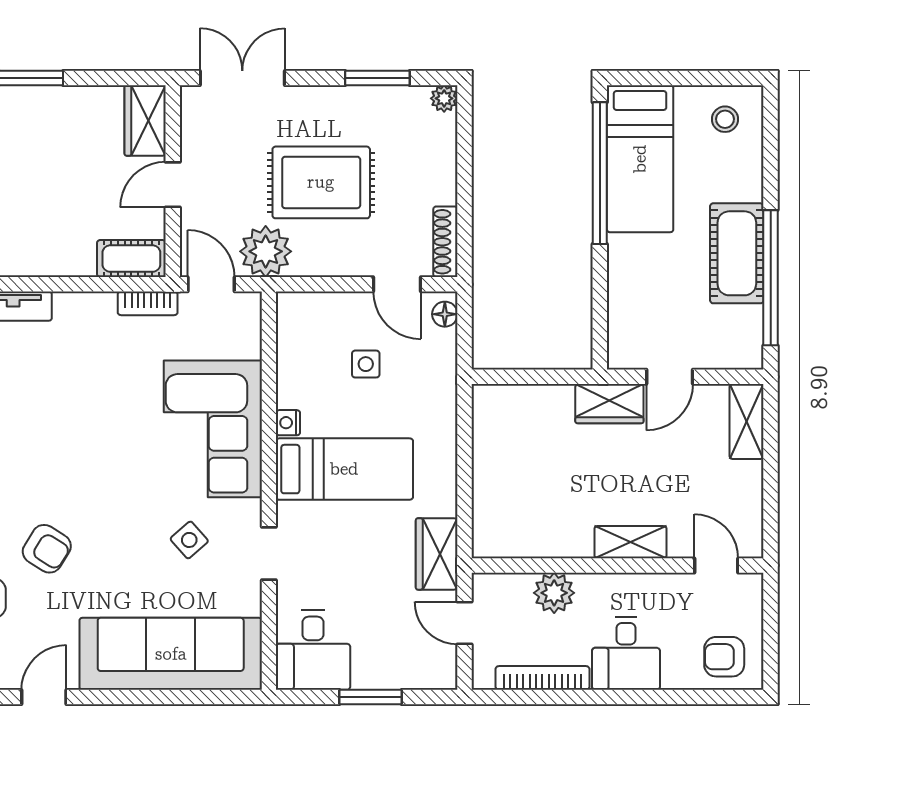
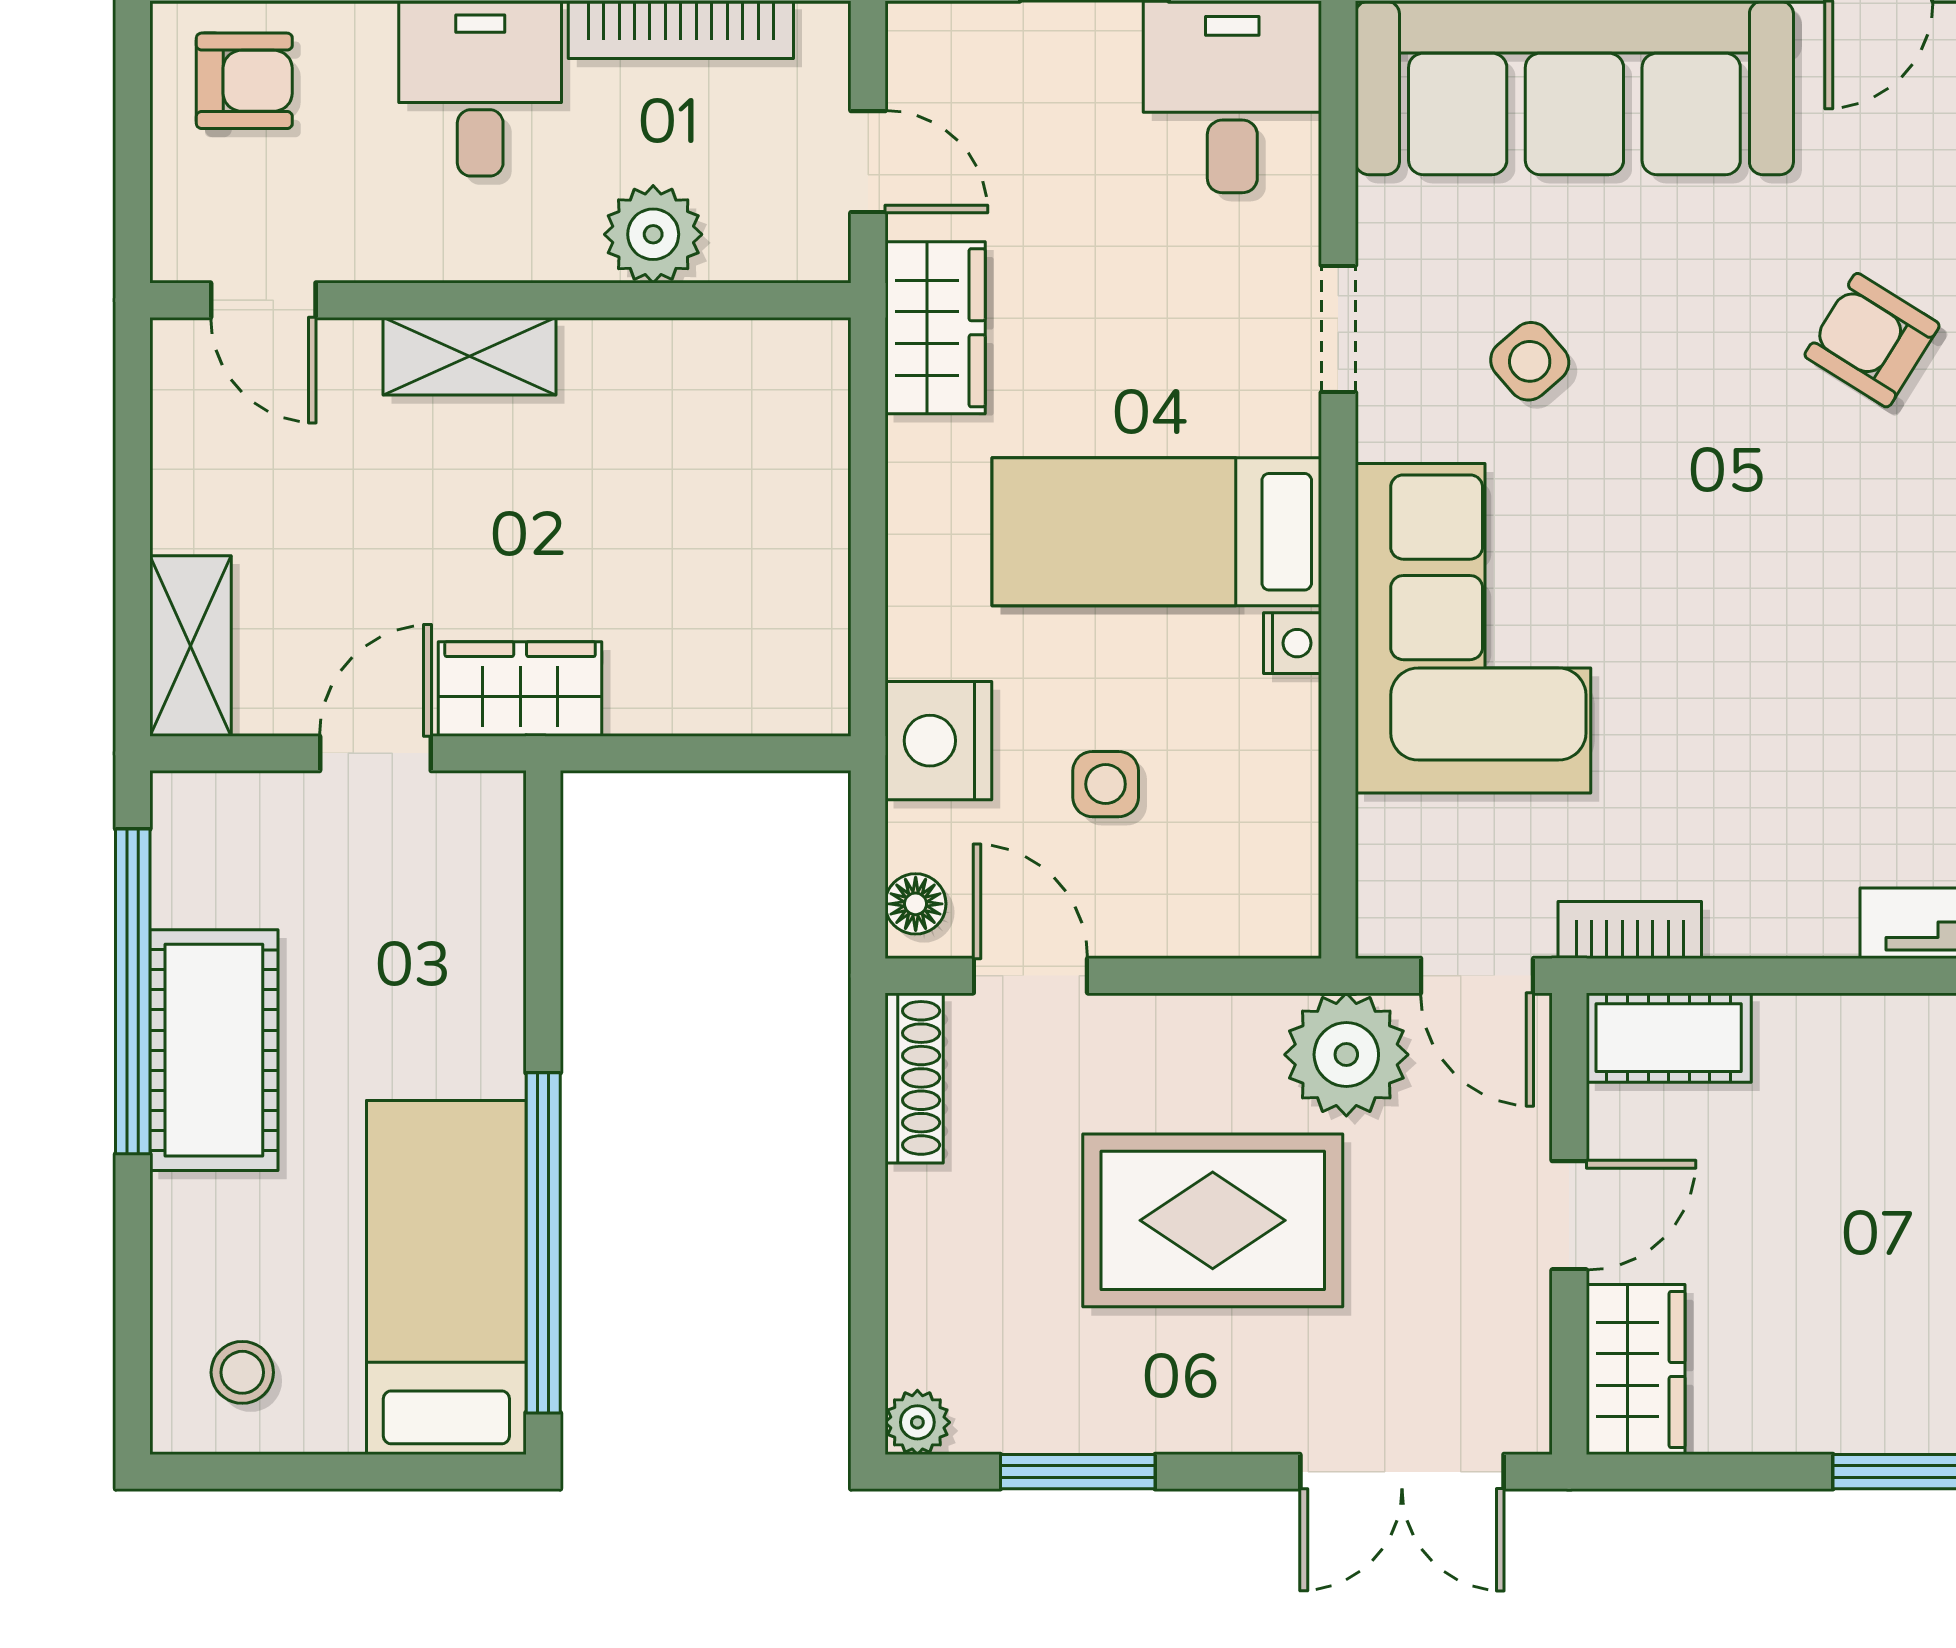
nightstand: (435, 382) -> (938, 741), added

